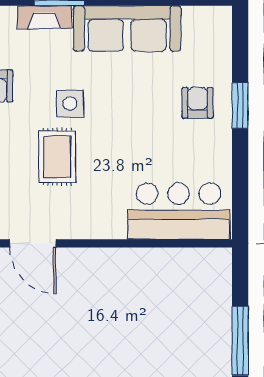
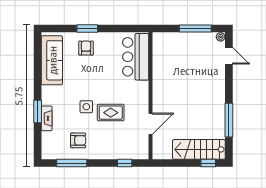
sofa: (127, 28) -> (52, 60), moved
armchair: (198, 103) -> (86, 48), turned 90

